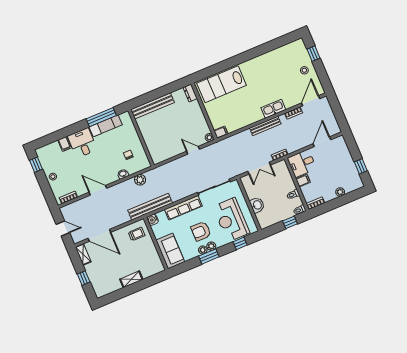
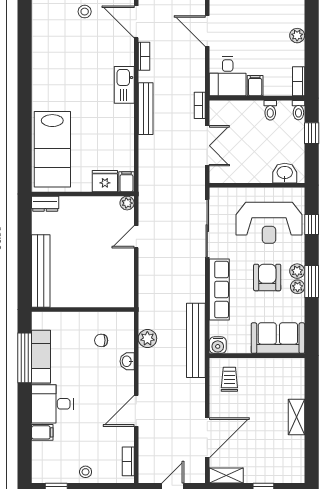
fridge: (216, 120) -> (105, 181), added
washbasin: (257, 205) -> (285, 173), moved
armchair: (201, 231) -> (267, 277), turned 180

